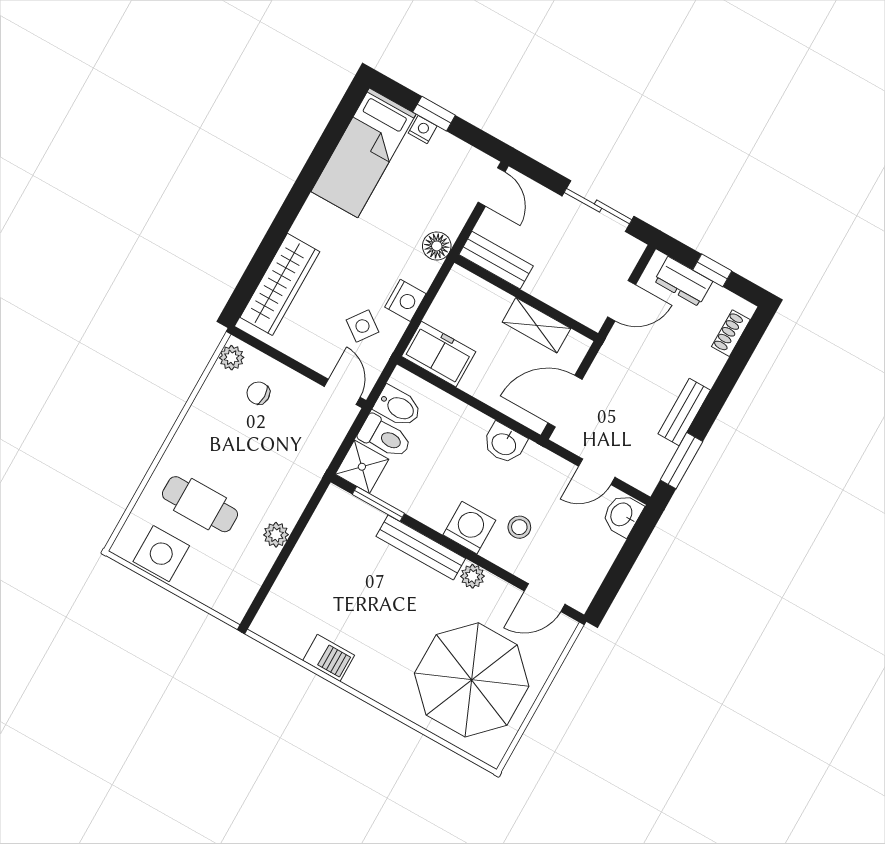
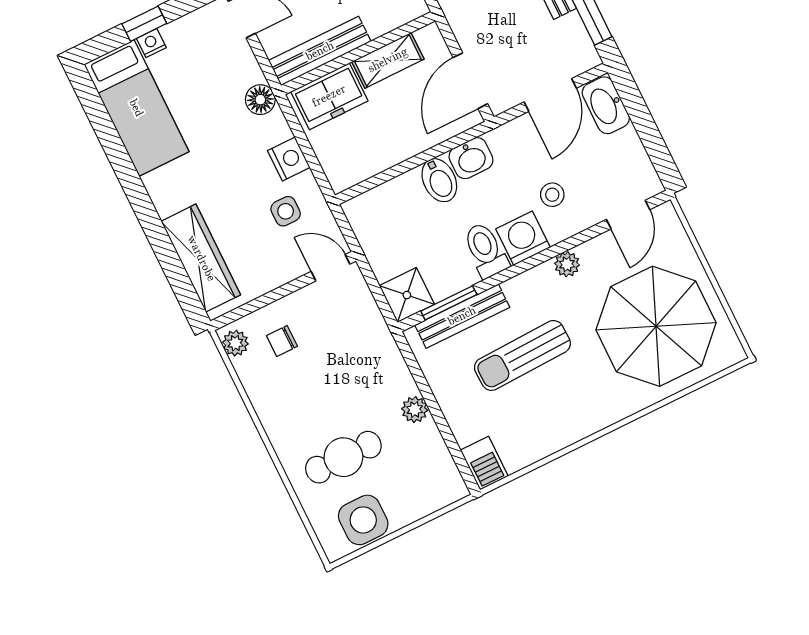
bench: (496, 260) -> (320, 51), width x1.36
side table: (362, 326) -> (286, 211), turned -36
freezer: (439, 354) -> (329, 96), moved, turned 180
bidet: (398, 407) -> (439, 180), moved, turned 90
toilet: (385, 437) -> (486, 250), moved, turned -90
door: (597, 472) -> (550, 95), width x1.38
washbasin: (622, 515) -> (606, 105), width x1.38
bench: (421, 547) -> (462, 316), moved
sun lounger: (377, 590) -> (522, 355), added
barbecue: (329, 658) -> (484, 463), moved, turned 90

